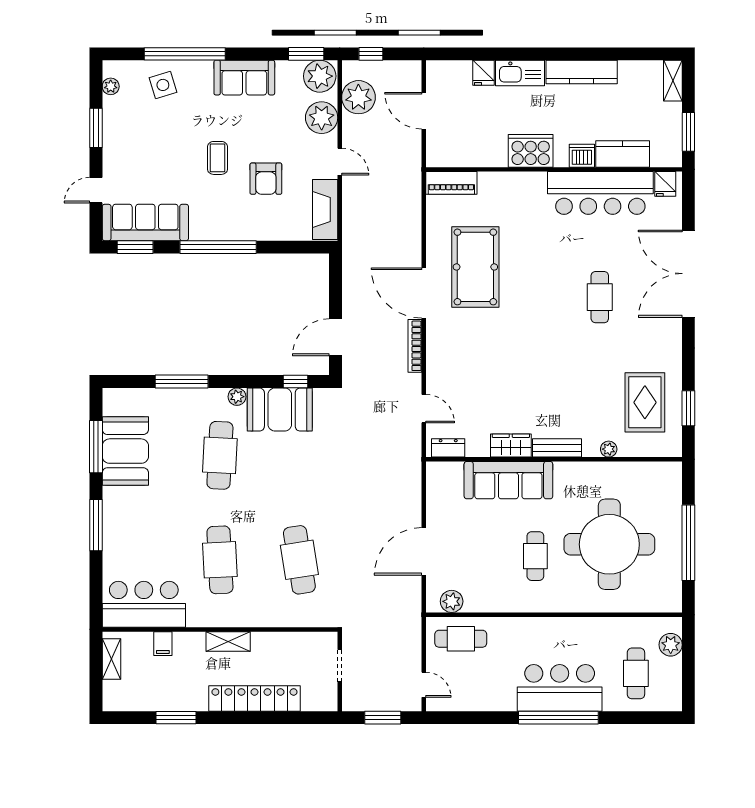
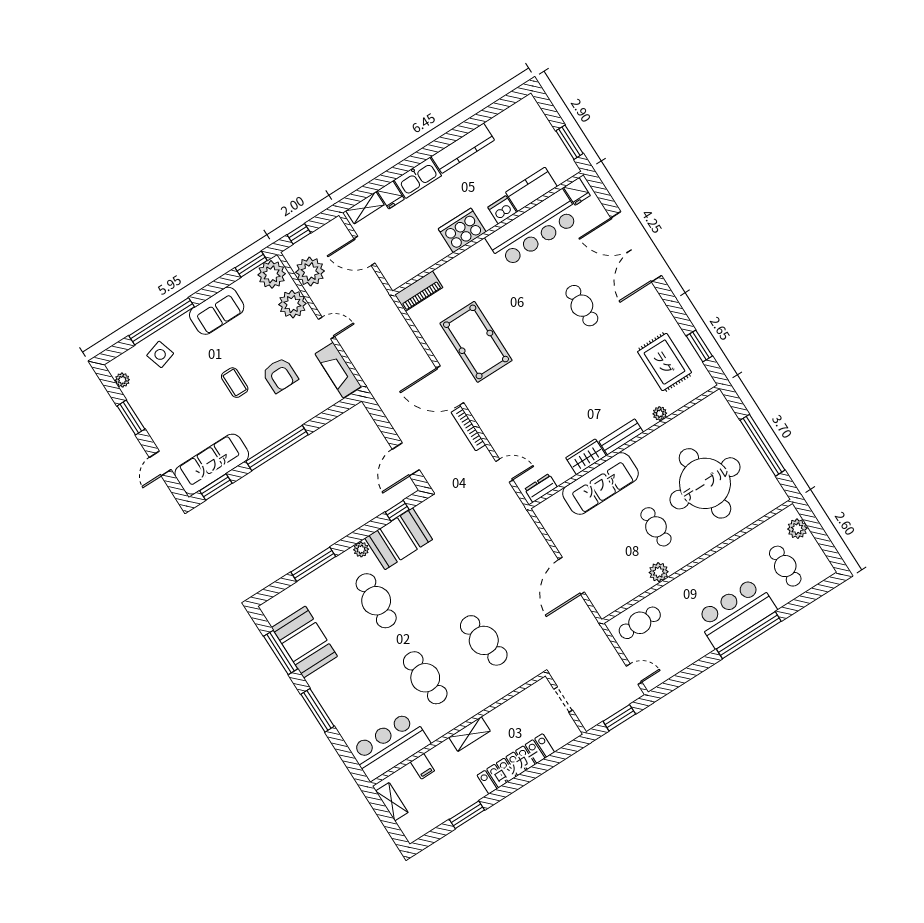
shelving: (673, 81) -> (365, 208), moved, turned 90
plant: (452, 601) -> (659, 572), moved

